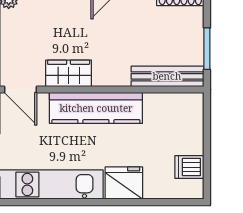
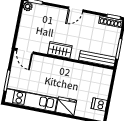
wardrobe: (69, 73) -> (60, 50), moved
kitchen counter: (96, 108) -> (60, 67), removed

